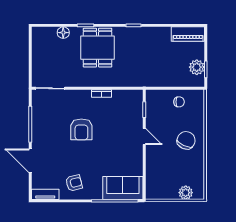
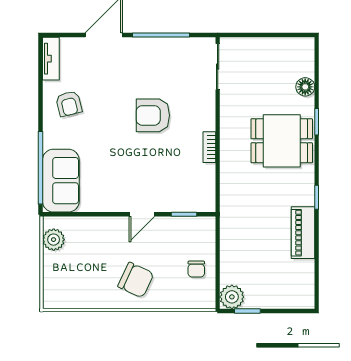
piano: (188, 34) -> (303, 233), moved
plant: (197, 67) -> (232, 297), moved
plant: (186, 193) -> (54, 240), moved

